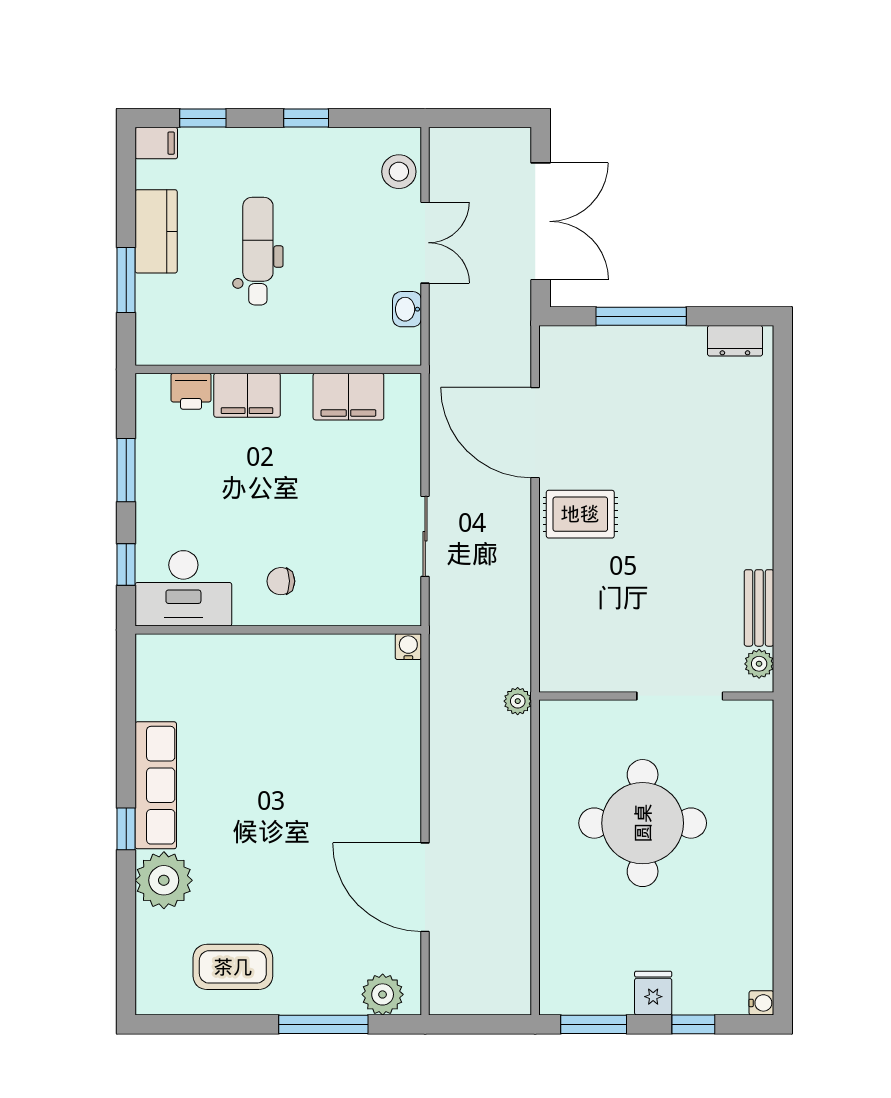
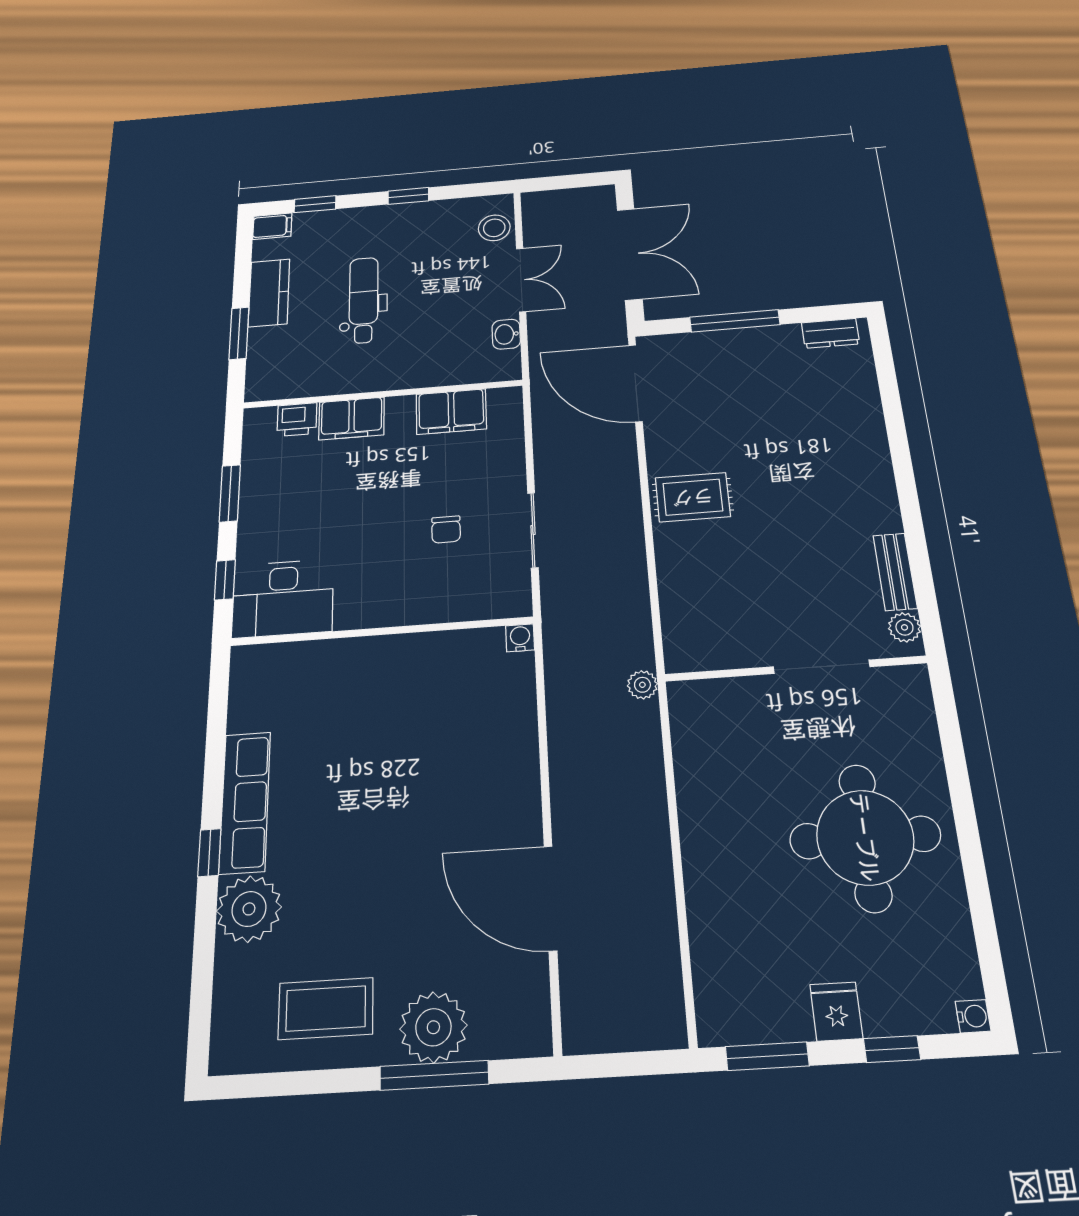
door: (535, 433) -> (636, 383), moved
chair: (281, 581) -> (446, 529), moved, turned -90
round table: (643, 823) -> (865, 837), moved
plant: (383, 994) -> (433, 1027), moved, width x1.36, depth x1.36

